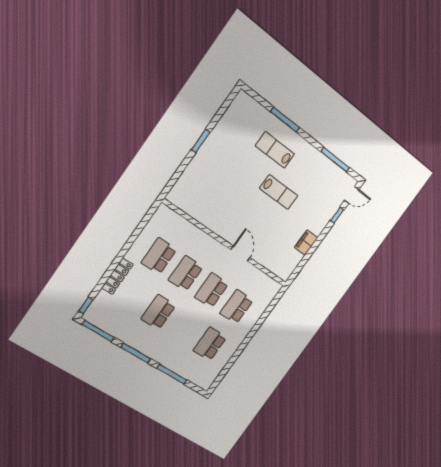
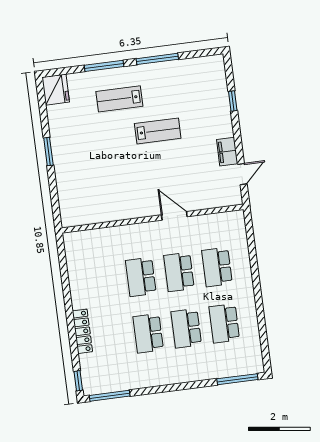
fridge: (242, 105) -> (56, 90), added
window: (335, 160) -> (157, 59), moved
door: (352, 195) -> (242, 174), moved
school desk: (159, 256) -> (186, 328), moved
window: (136, 353) -> (162, 389), removed
window: (172, 374) -> (237, 379), moved

